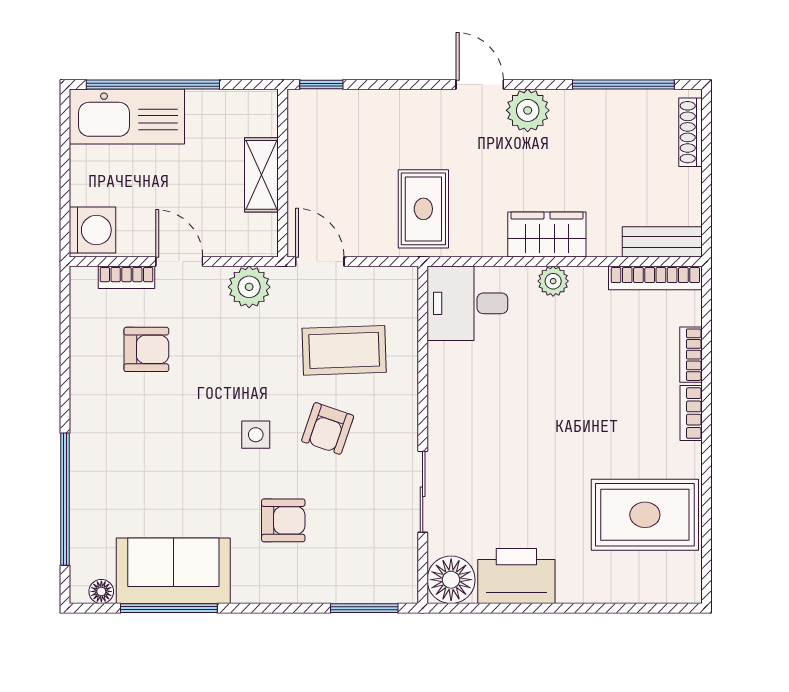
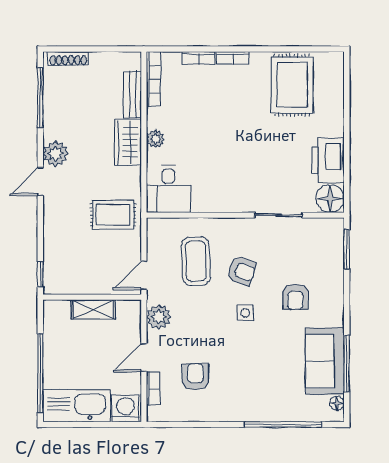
kitchen sink: (127, 117) -> (77, 406), moved, turned -90
bench: (662, 242) -> (132, 94), moved
armchair: (283, 520) -> (295, 297), turned 180

